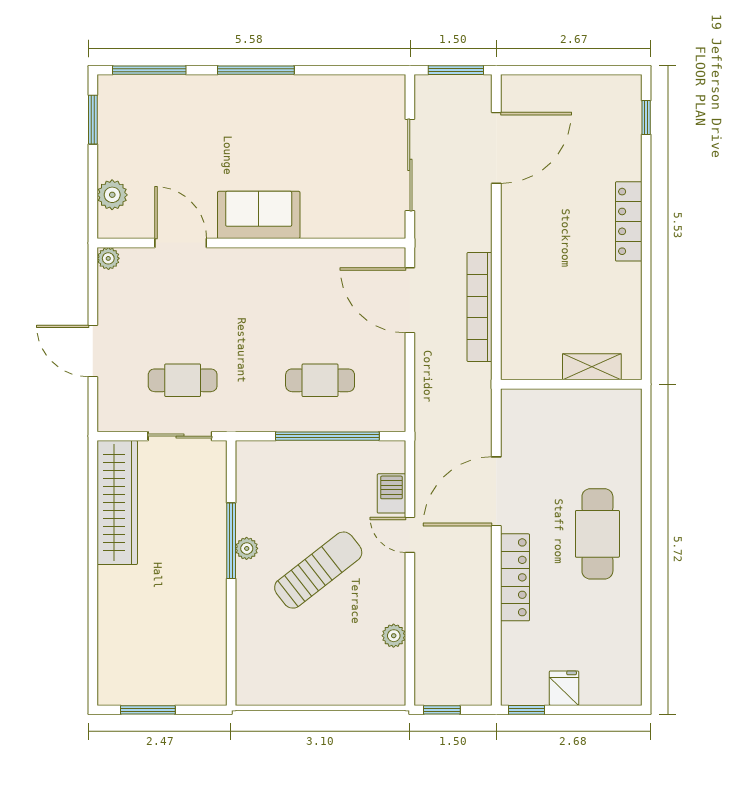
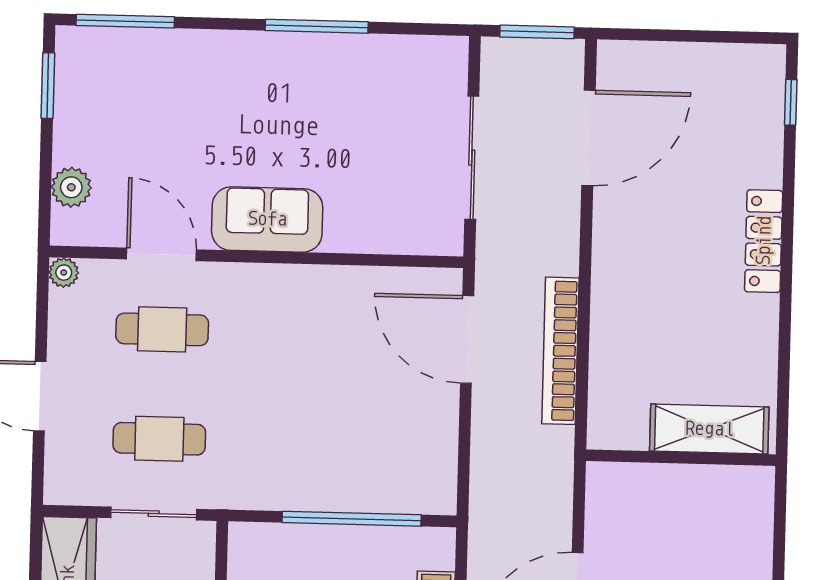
window: (256, 70) -> (317, 26), moved
shelving: (592, 367) -> (709, 429), width x1.50, depth x1.33
cafe table: (320, 380) -> (162, 329), moved

